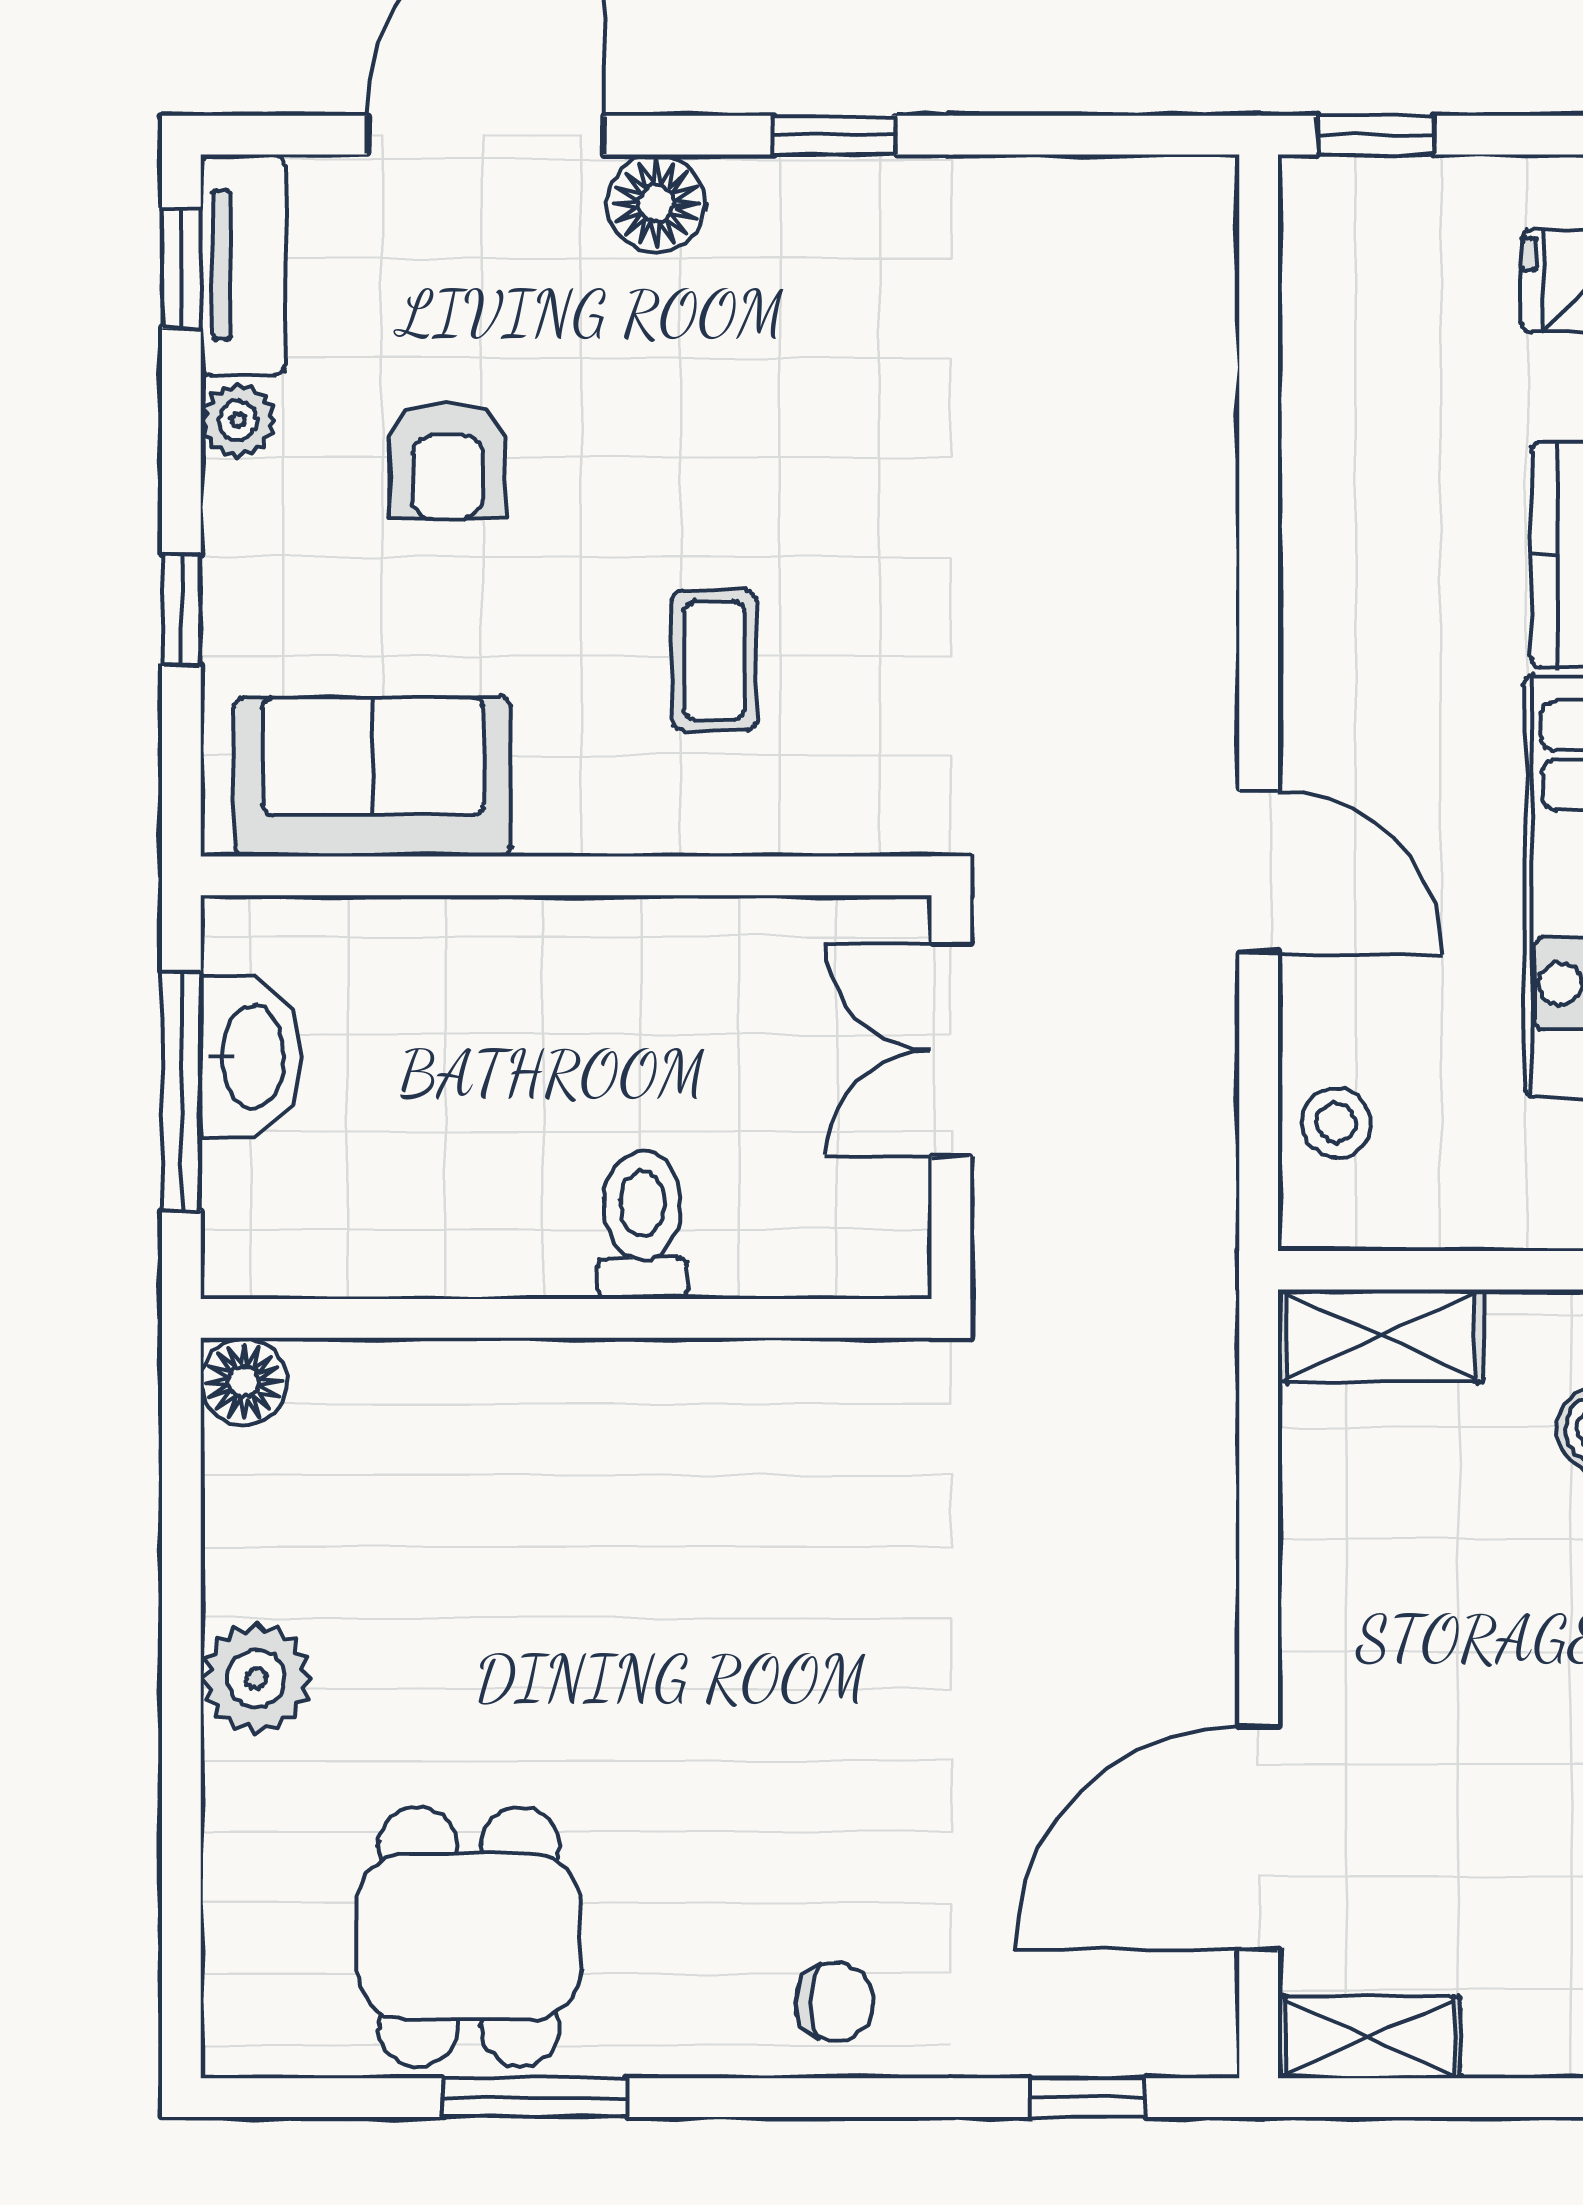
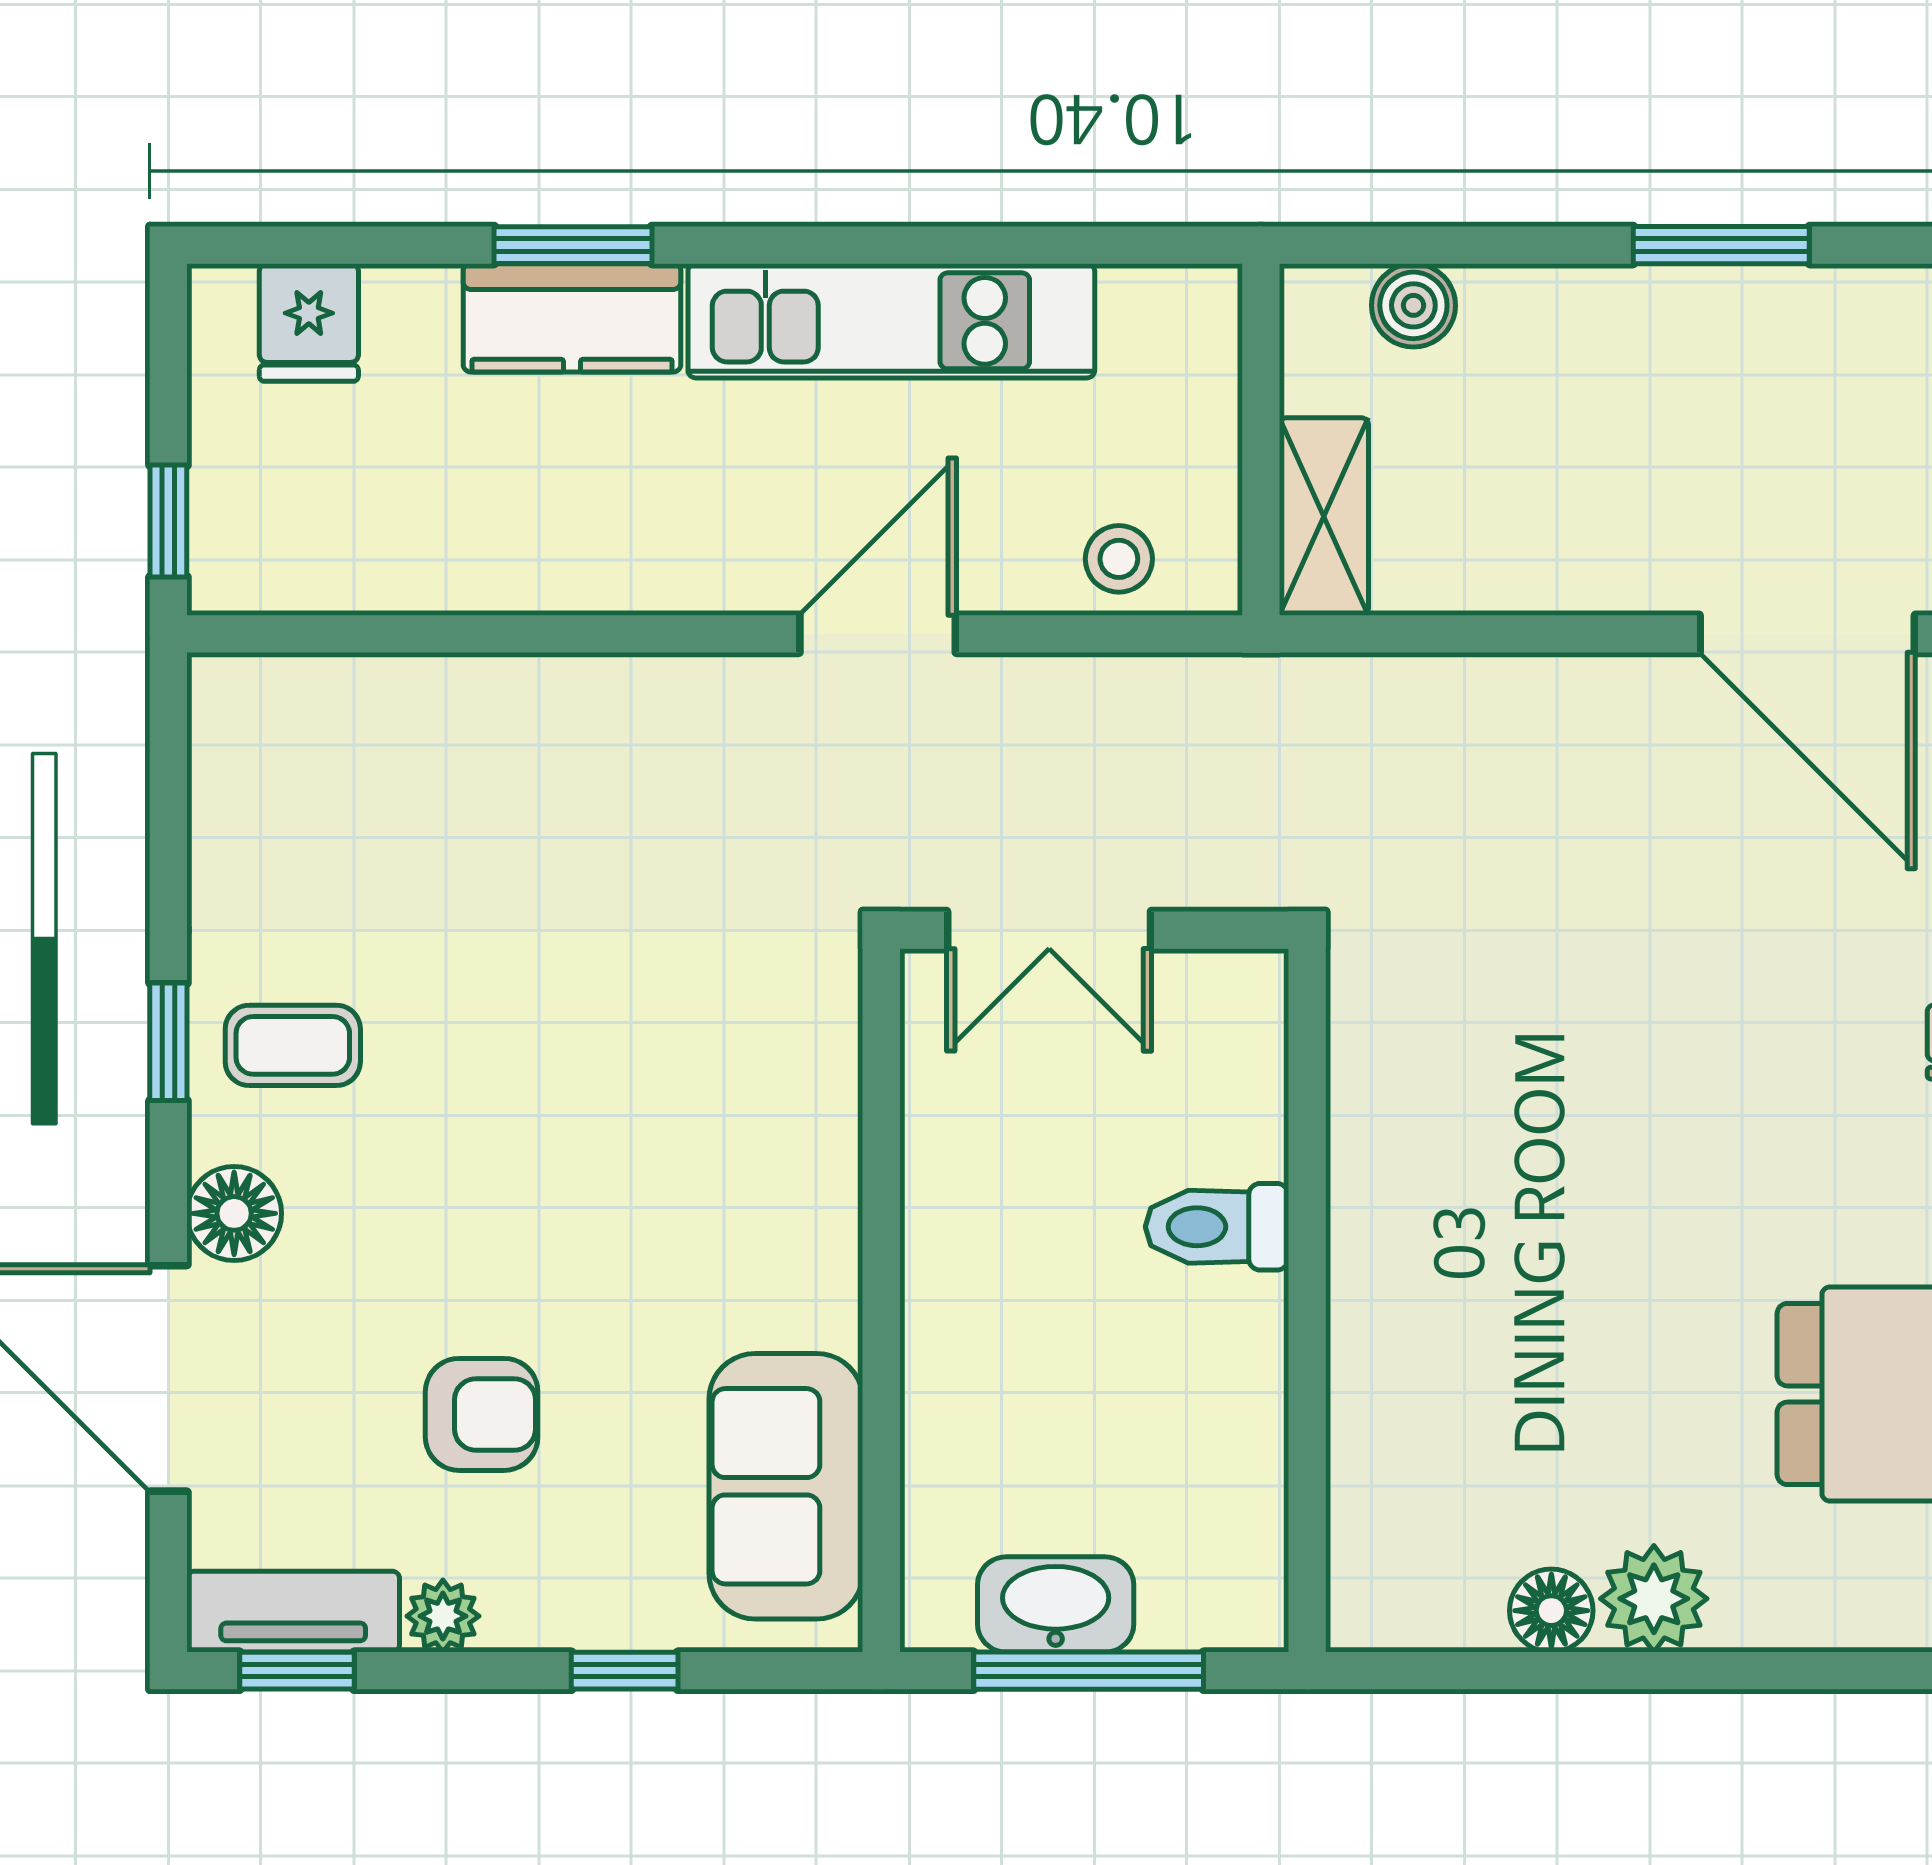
coffee table: (714, 661) -> (293, 1045), moved
floor lamp: (244, 1382) -> (1551, 1611), moved

